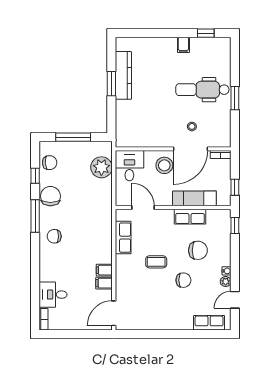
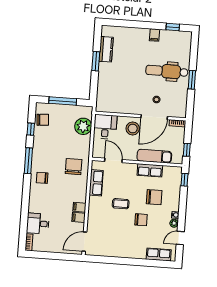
kitchen counter: (123, 75) -> (106, 49), width x0.67
chair: (50, 196) -> (74, 167), moved

